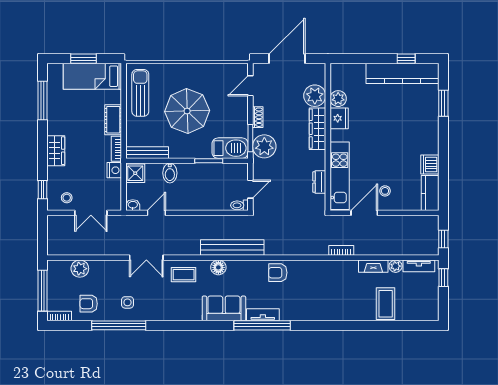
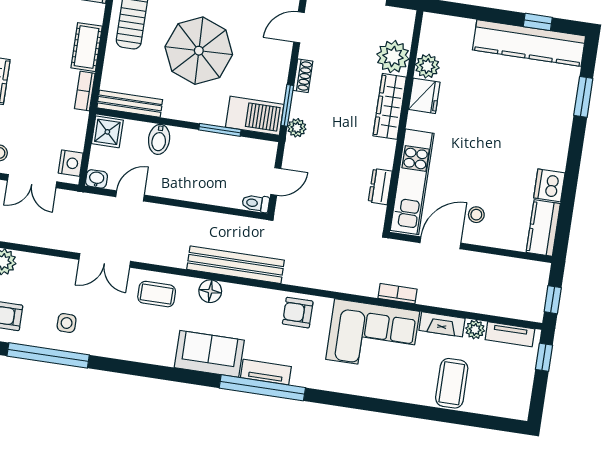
plant: (264, 146) -> (297, 128), width x0.53, depth x0.53
nightstand: (114, 170) -> (71, 163), moved
corner sofa: (329, 280) -> (373, 335), added

